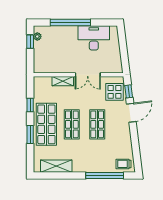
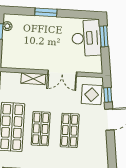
window: (70, 22) -> (46, 12), width x0.47
desk: (94, 38) -> (86, 38), moved, turned 83
window: (122, 40) -> (104, 36), added

